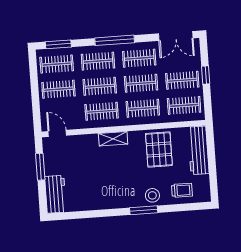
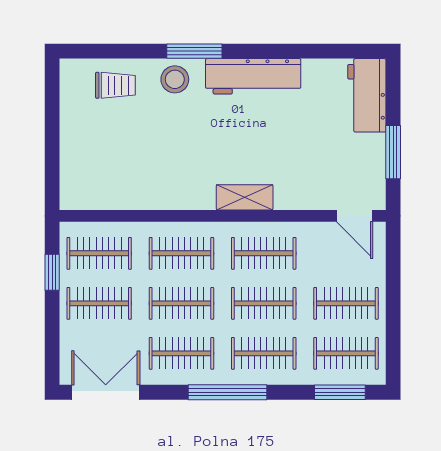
window: (206, 75) -> (52, 272), moved
pallet: (159, 150) -> (155, 169), removed
workbench: (198, 150) -> (253, 76), moved, turned 90
trolley: (182, 190) -> (115, 85), turned 180

